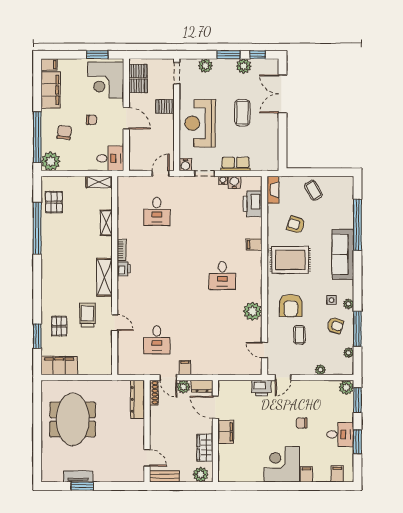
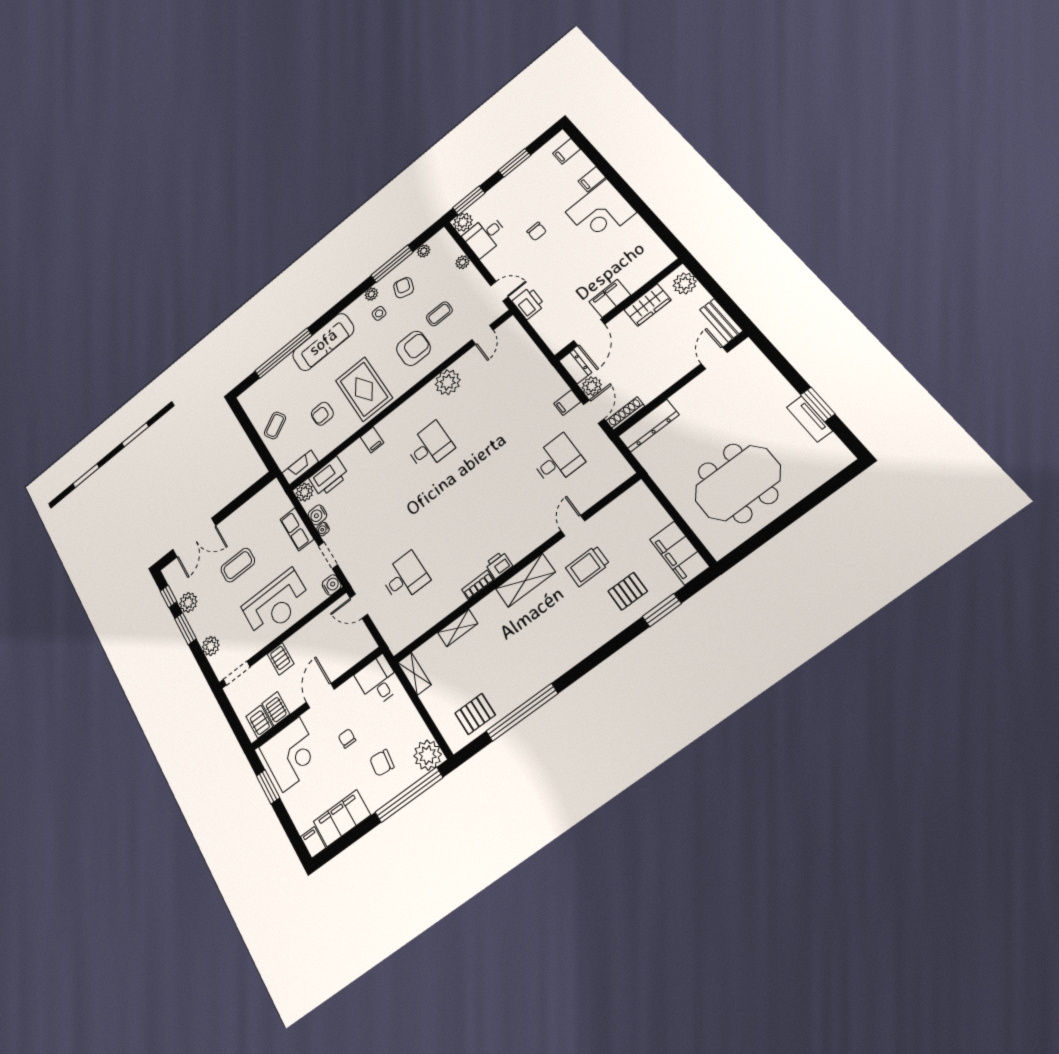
plant: (255, 183) -> (305, 492), added
armchair: (296, 225) -> (322, 414), turned 72
desk: (340, 434) -> (485, 236), moved, turned -90

